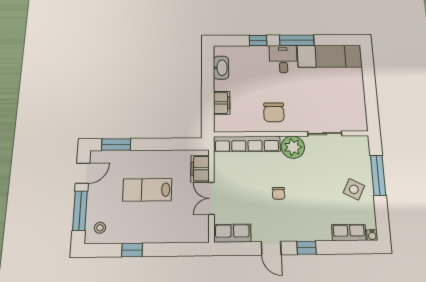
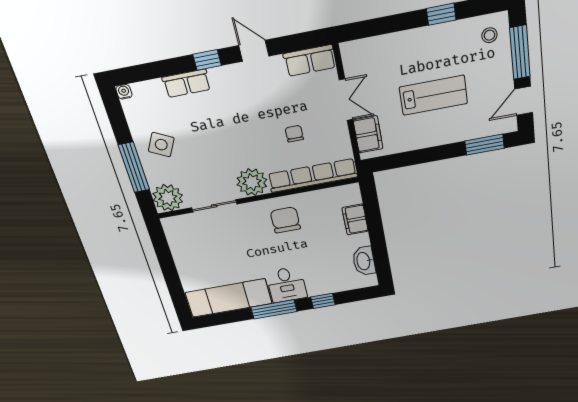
plant: (358, 147) -> (168, 198), added
chair: (279, 193) -> (294, 134), moved
row of seats: (349, 233) -> (187, 83), moved

